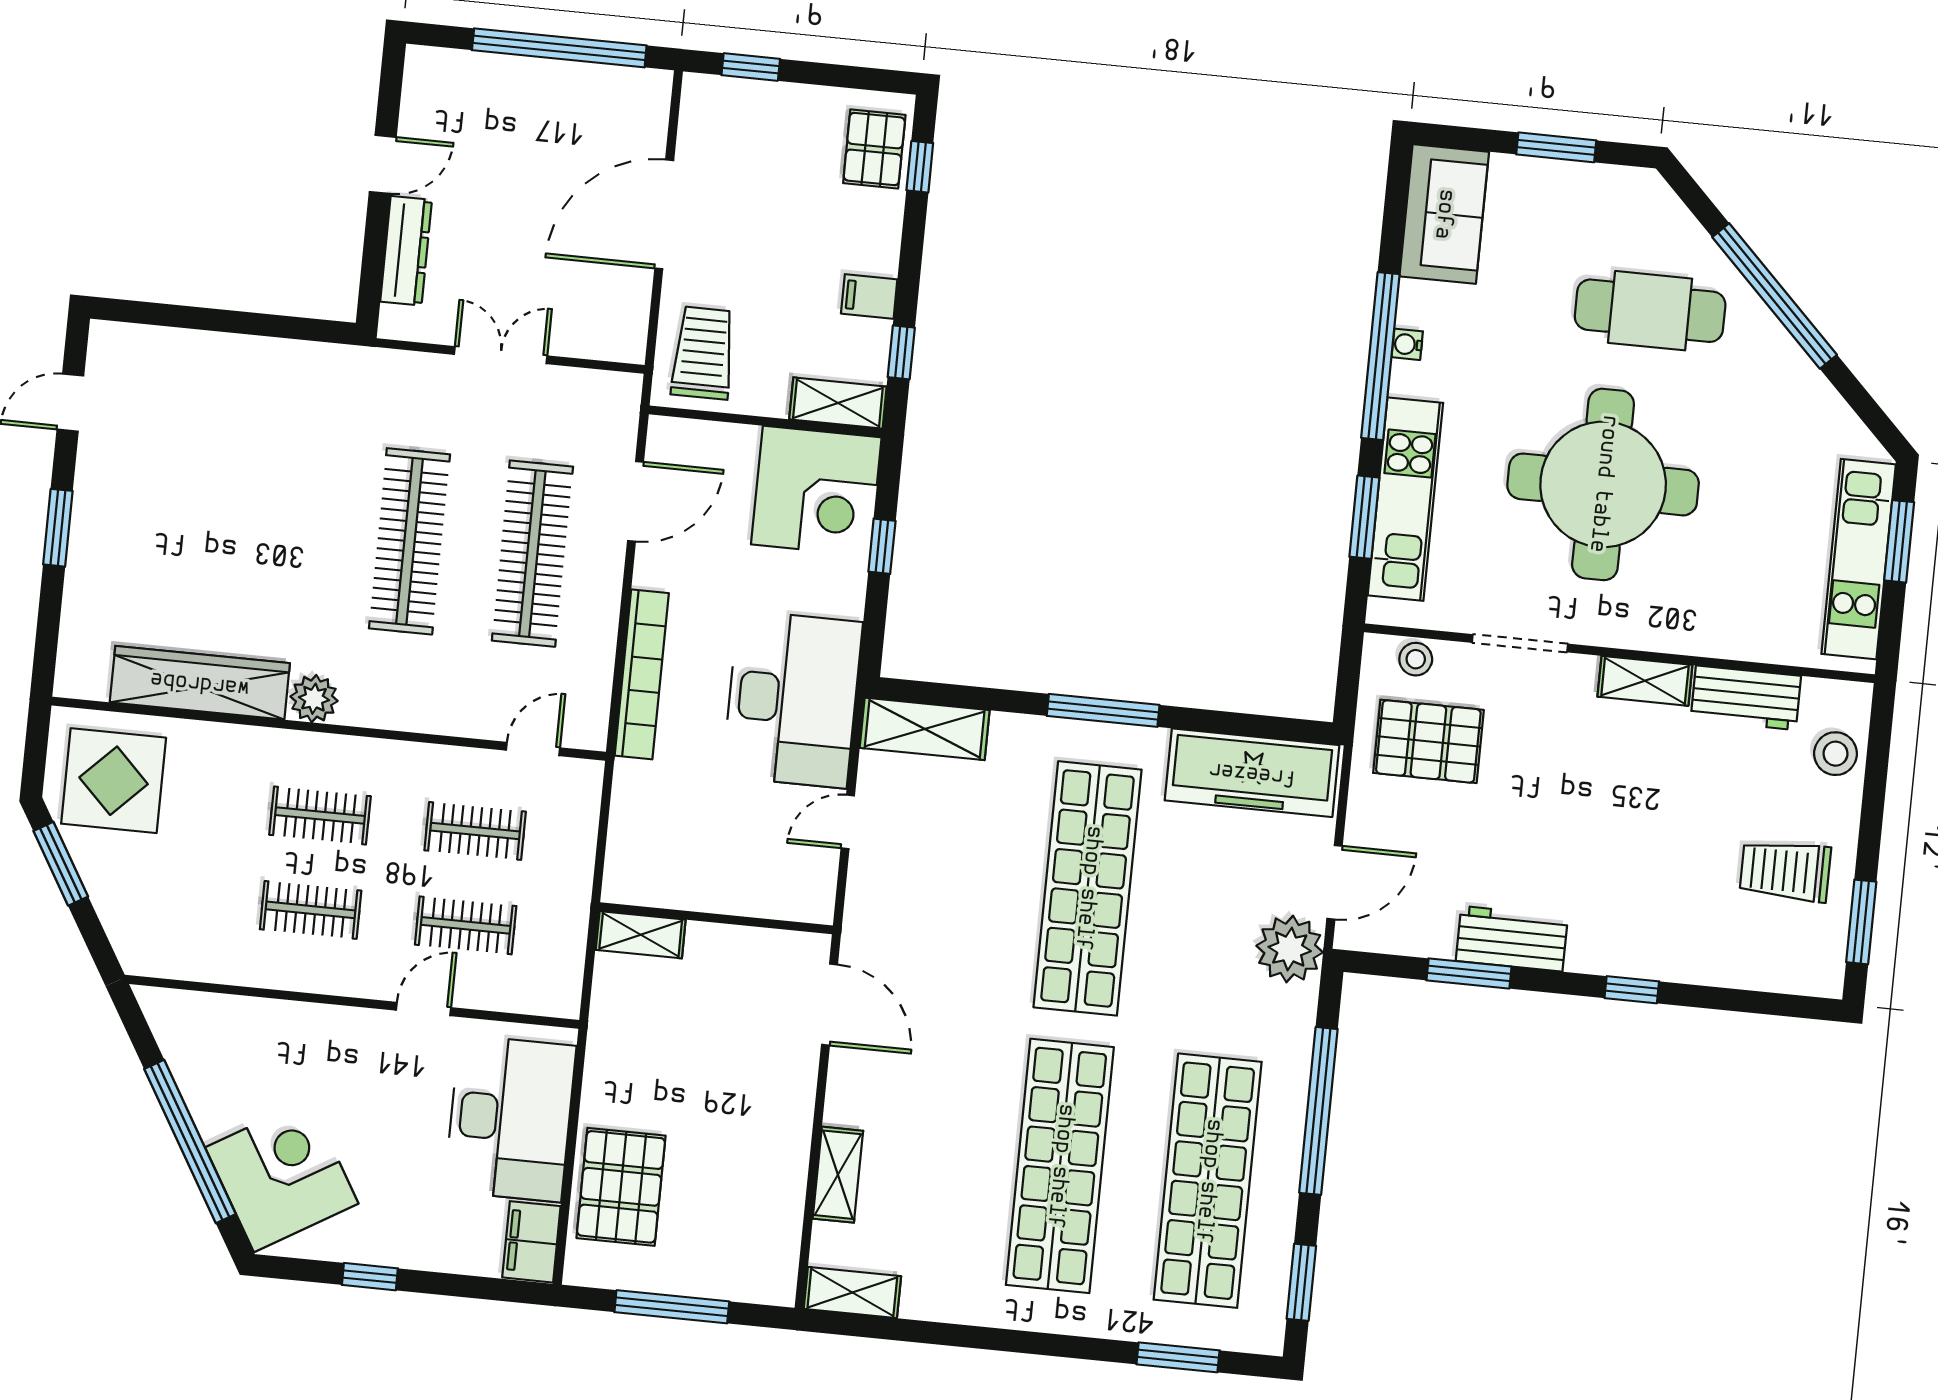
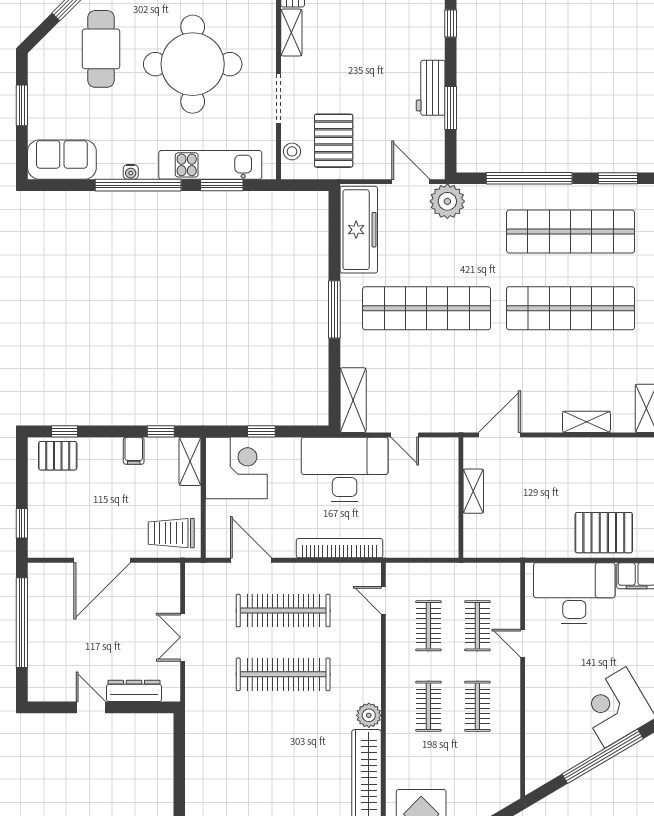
door: (664, 214) -> (102, 560), hinge flipped
shelving: (641, 935) -> (473, 491), moved

